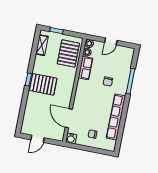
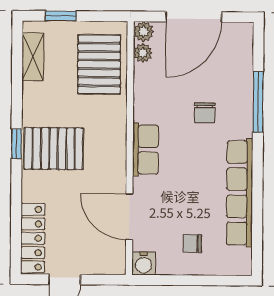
door: (111, 41) -> (194, 17), width x1.88
row of seats: (85, 68) -> (145, 150), moved
locker: (28, 119) -> (33, 238), added

